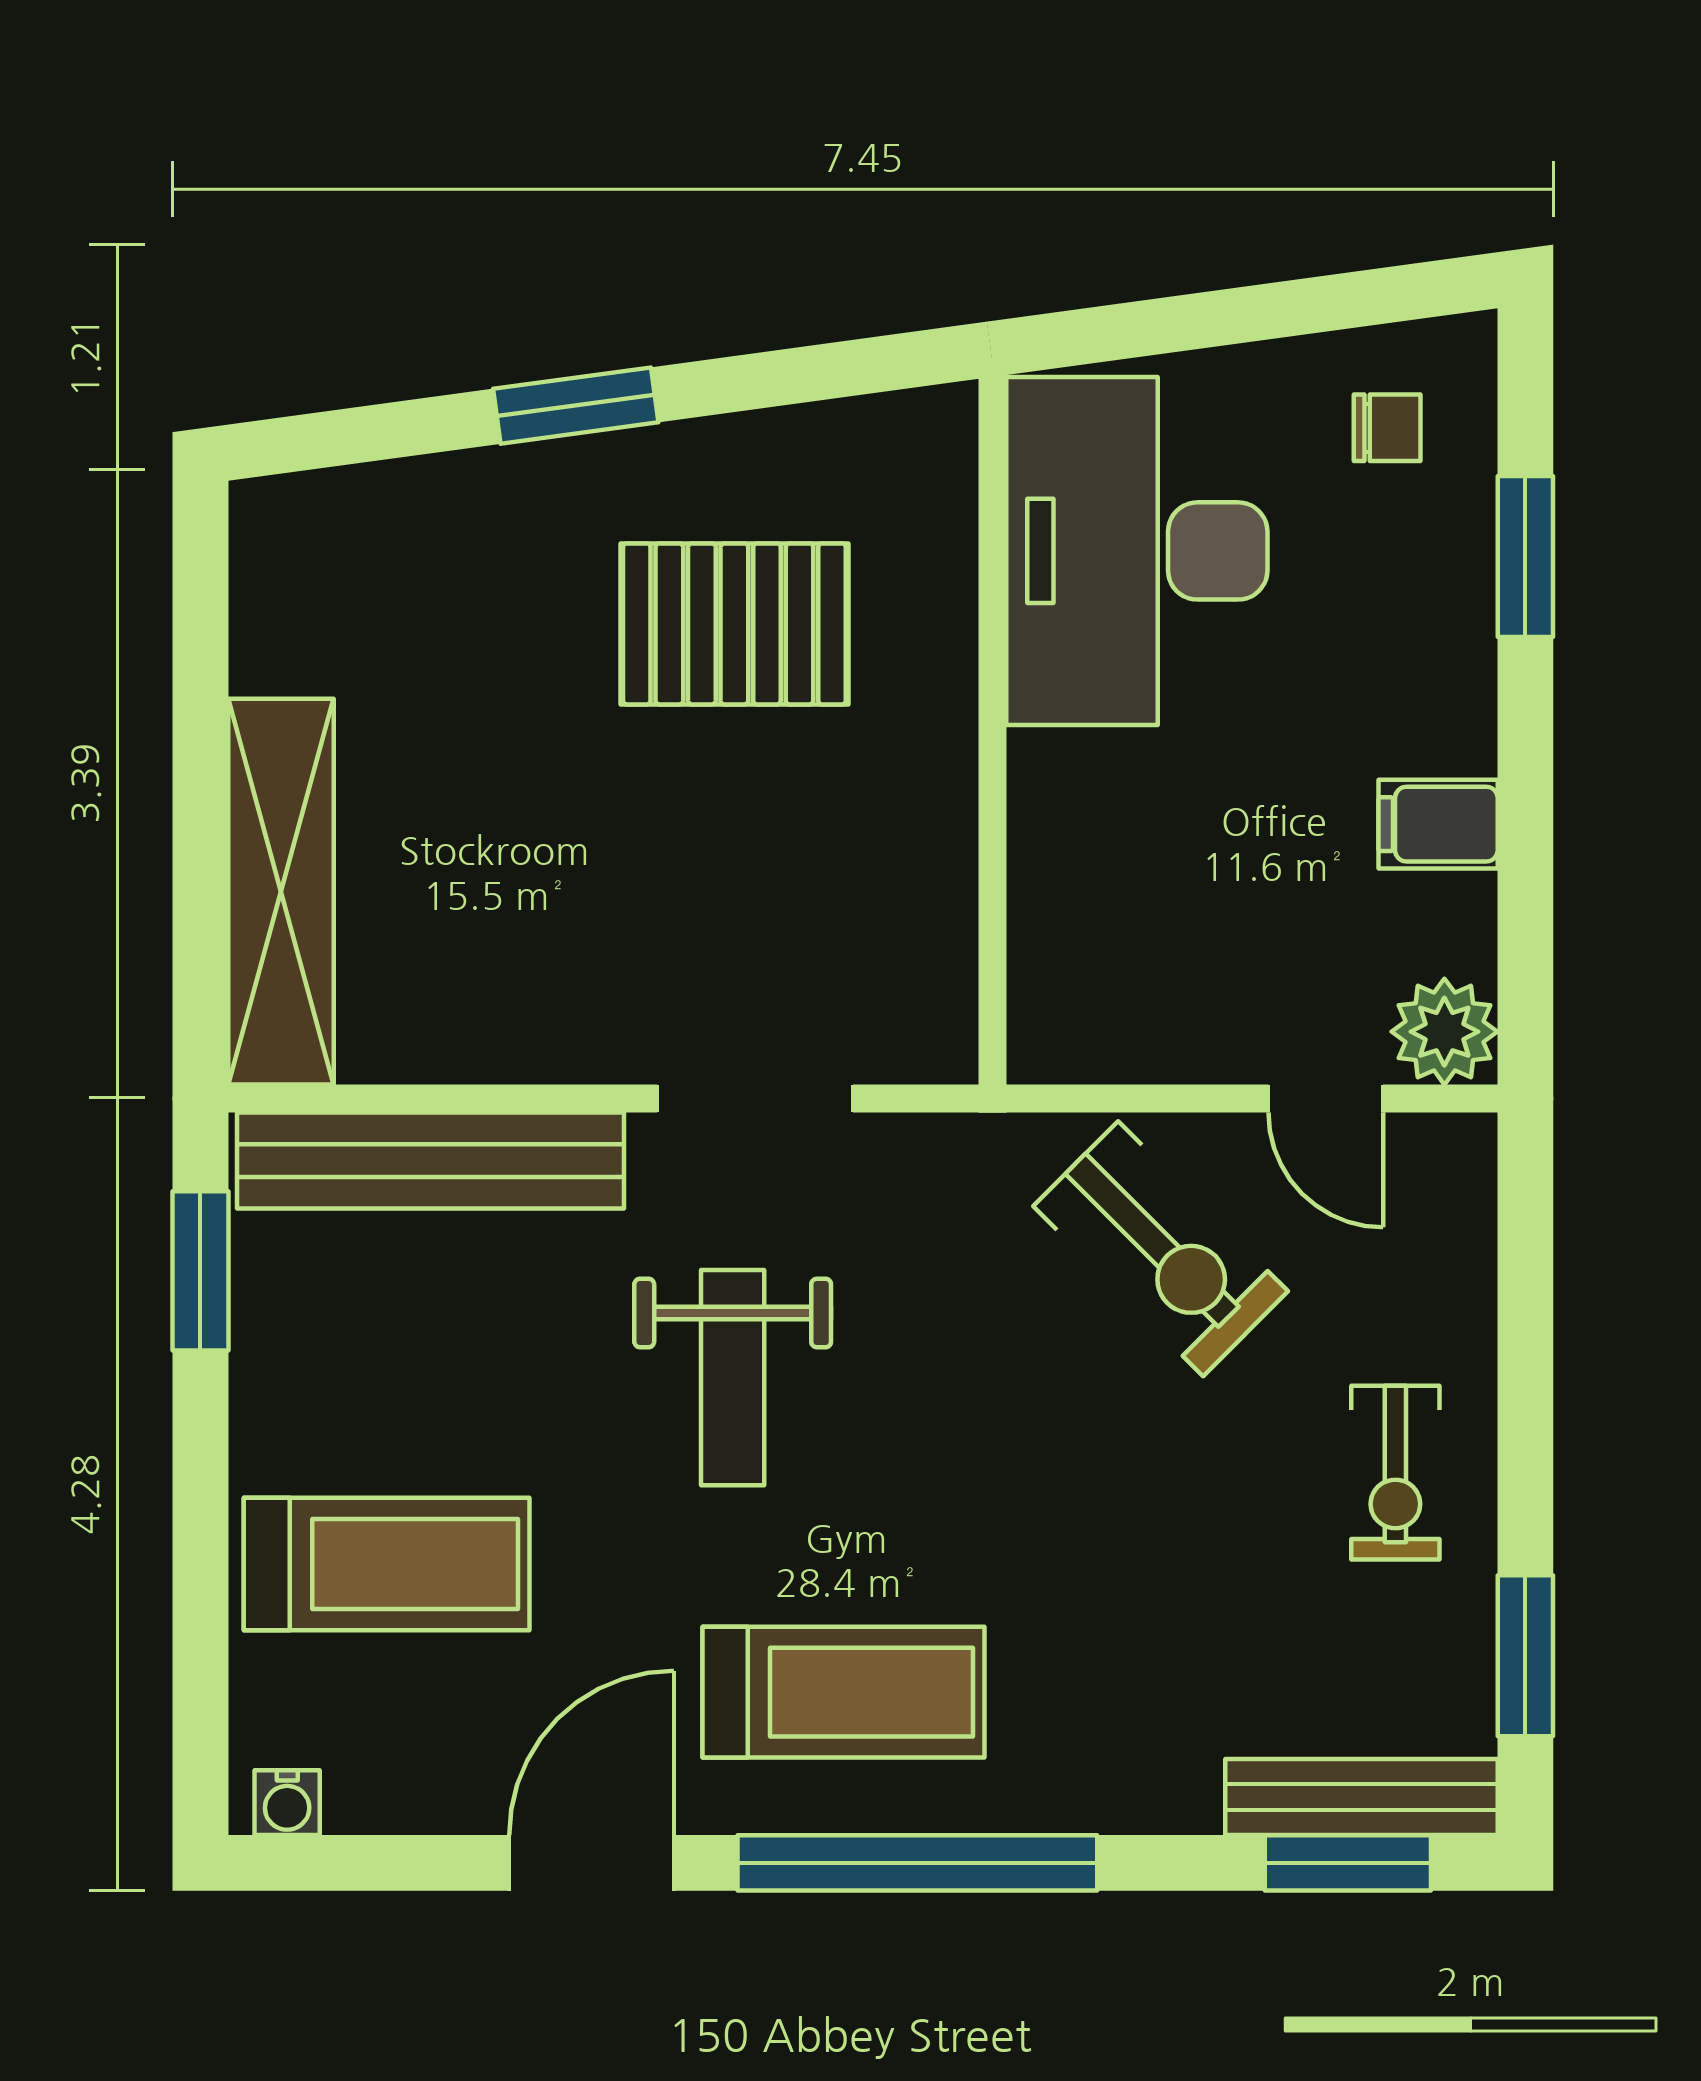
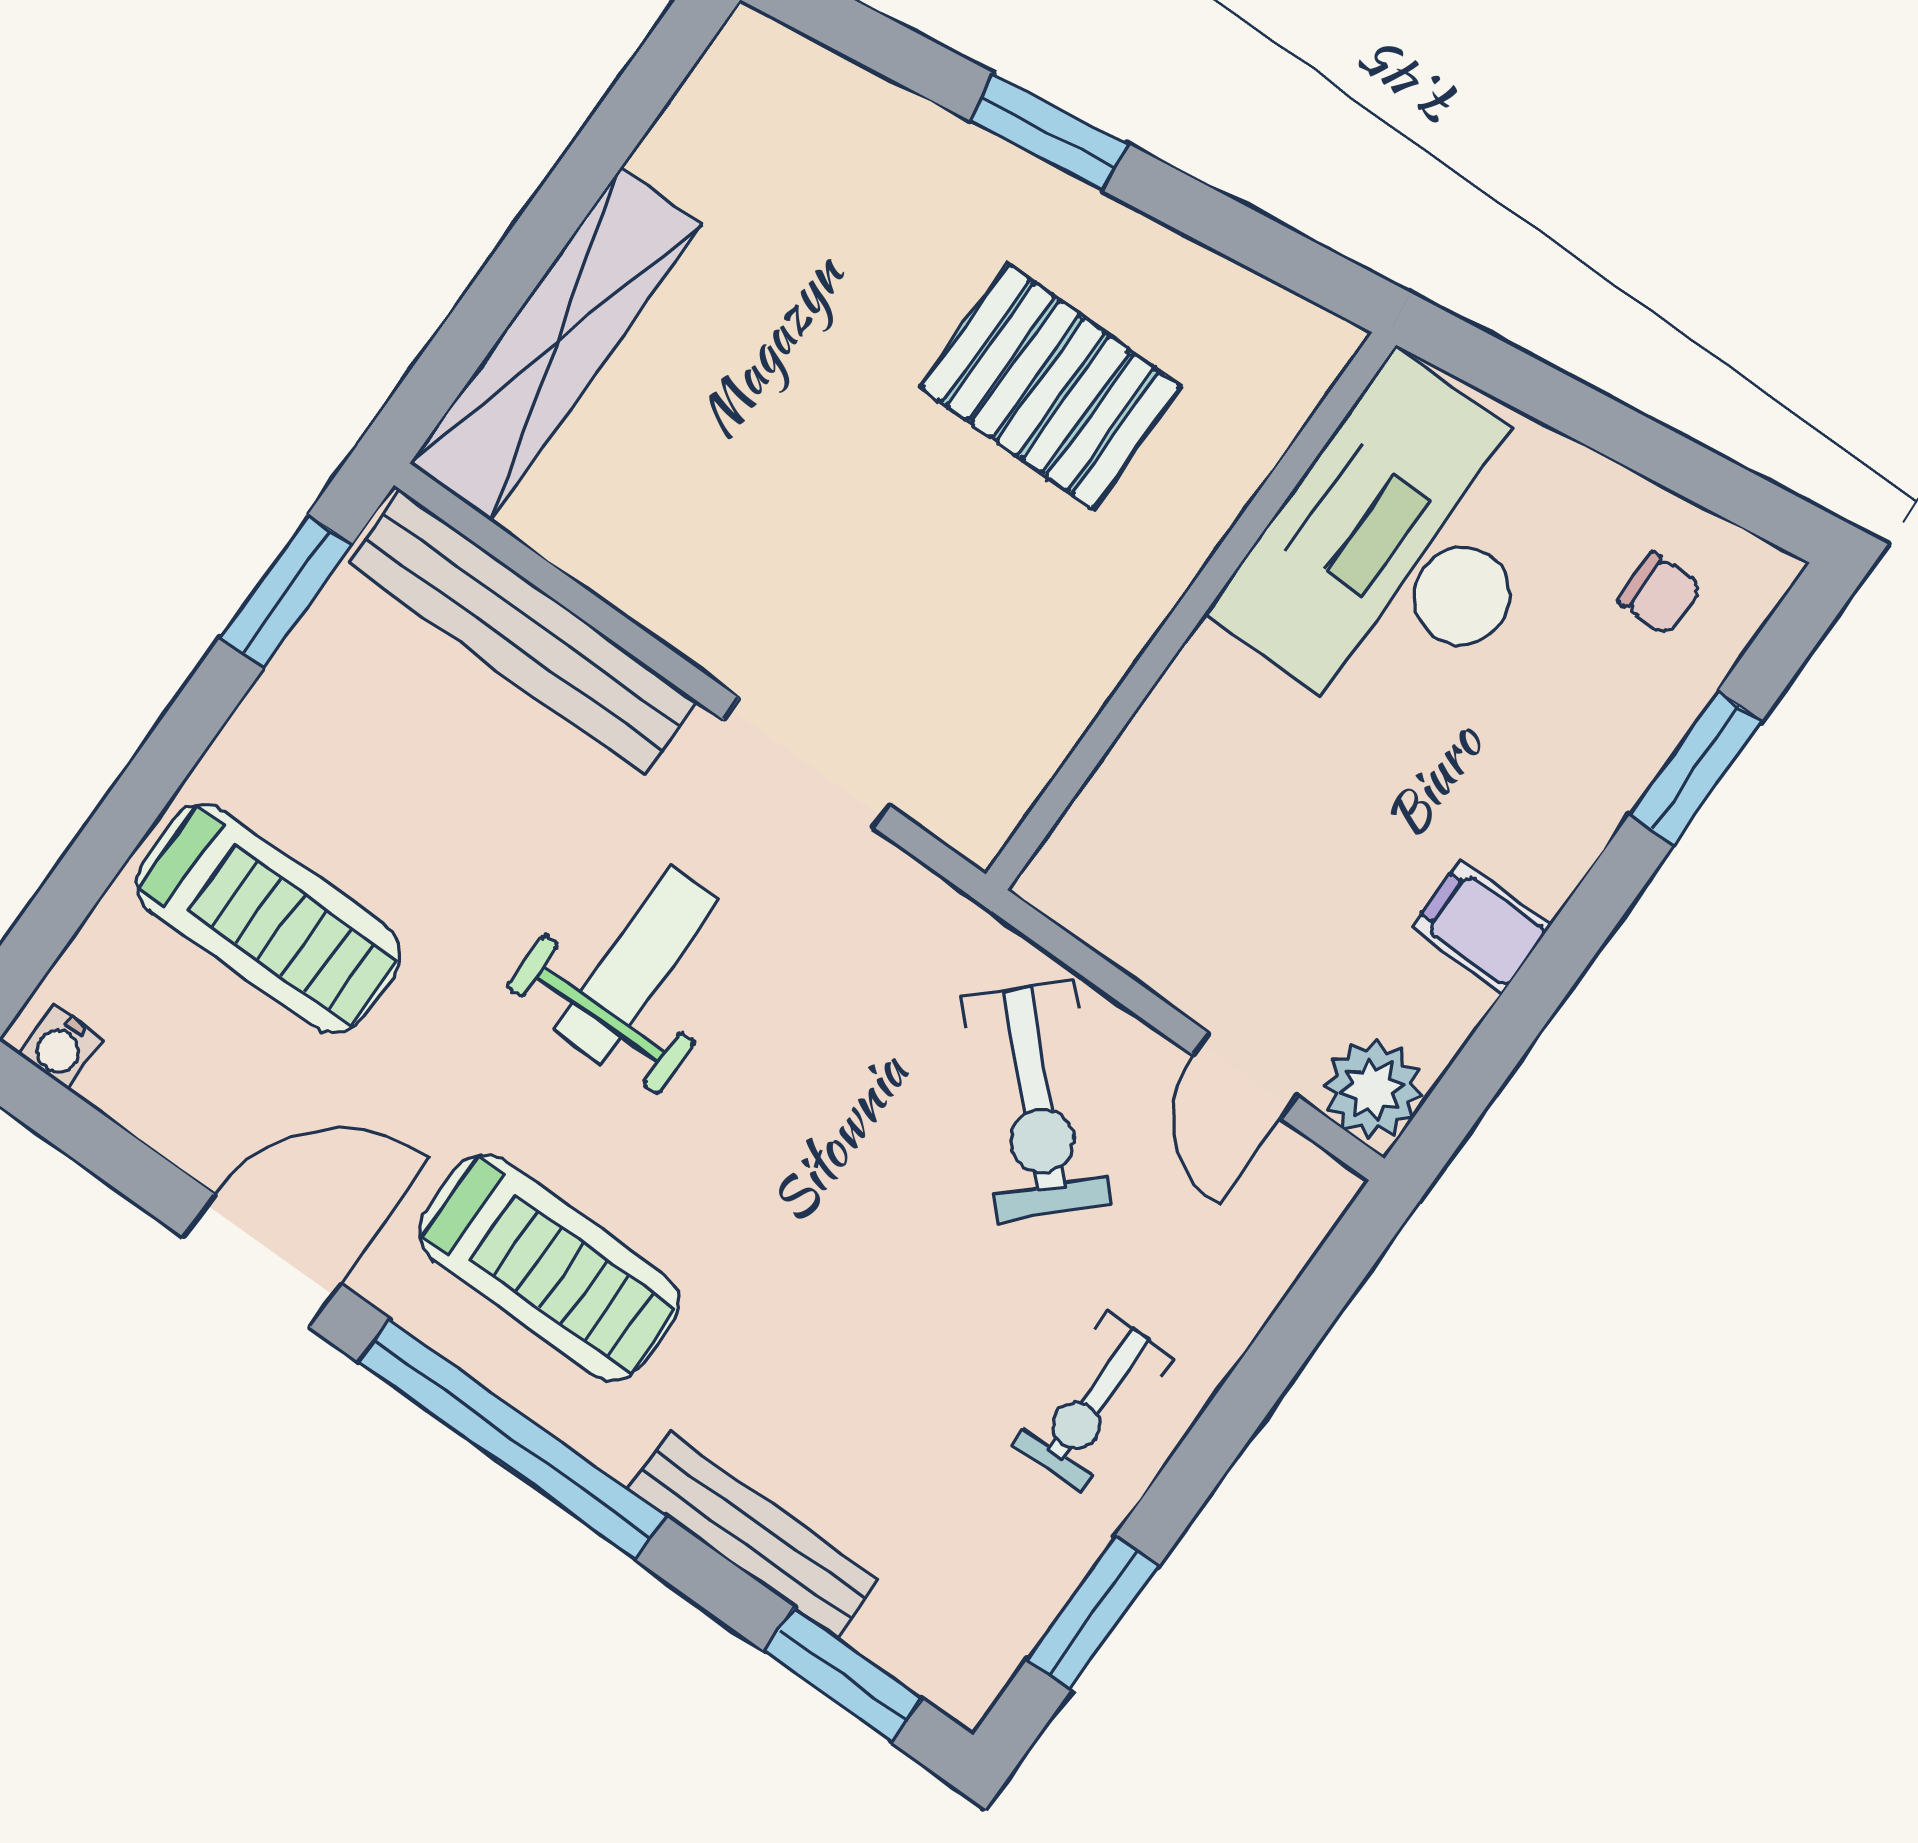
weight bench: (733, 1378) -> (636, 965), turned 180
bench: (1361, 1797) -> (753, 1534), moved

